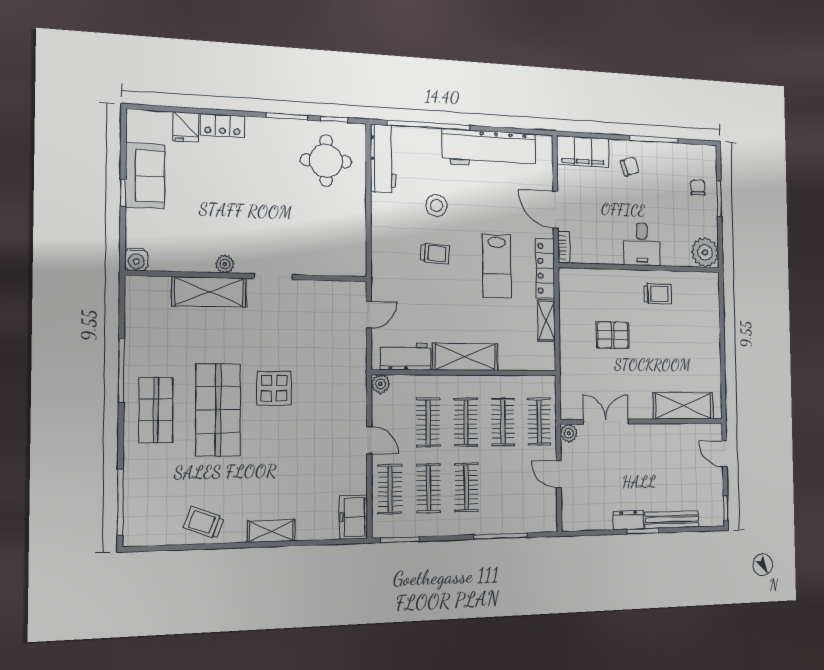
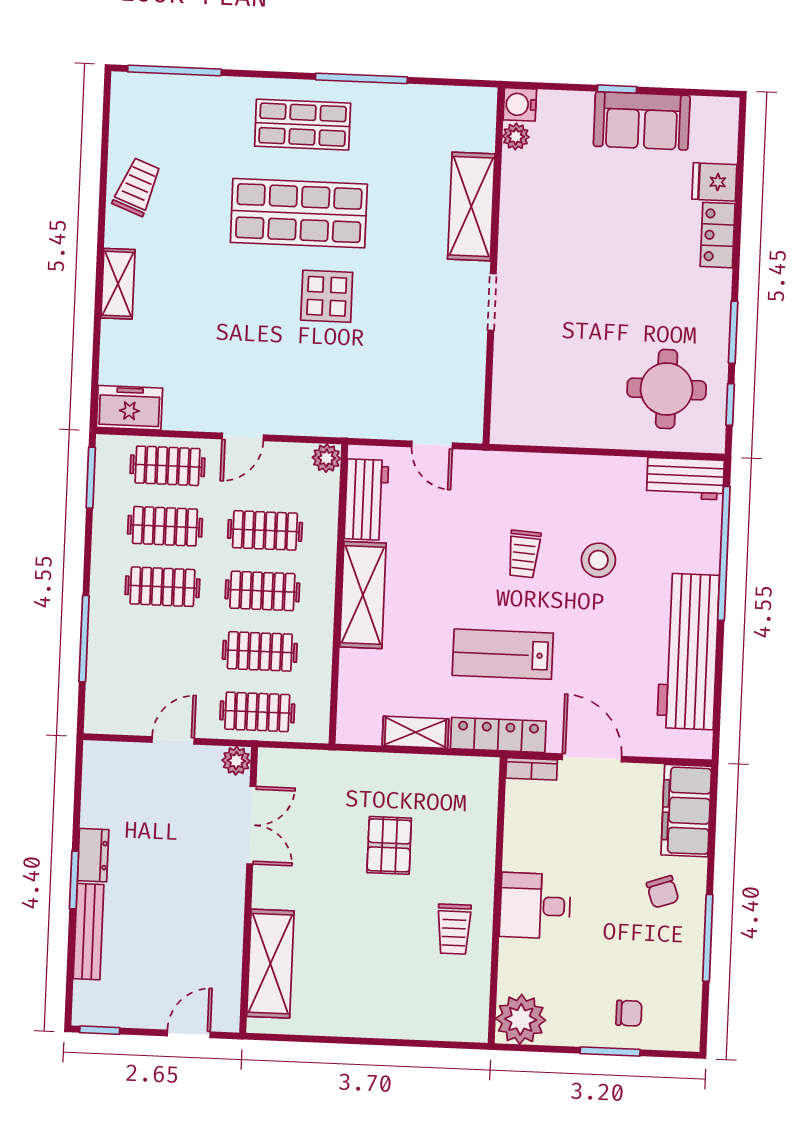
workbench: (383, 158) -> (685, 479), width x0.73
door: (556, 210) -> (592, 758), hinge flipped
plant: (225, 264) -> (516, 137), moved

